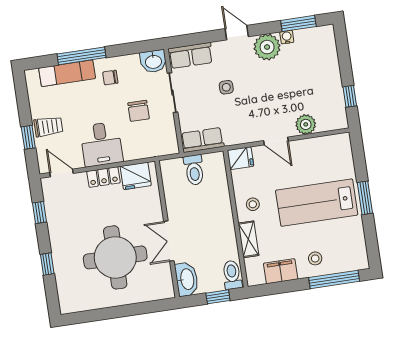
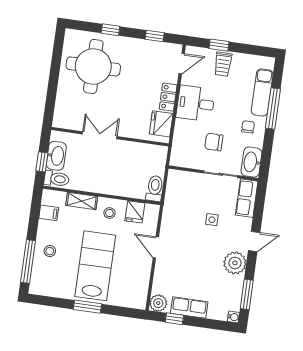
water cooler: (287, 37) -> (233, 317), moved
washbasin: (153, 61) -> (251, 162), width x1.38
plant: (306, 124) -> (158, 303), moved
row of seats: (202, 140) -> (189, 308), moved, turned -90
door: (276, 141) -> (156, 247), hinge flipped
fridge: (240, 158) -> (135, 212), moved
toilet: (194, 170) -> (155, 188), moved, turned 90
round table: (115, 257) -> (93, 66), moved
filing cabinet: (281, 271) -> (49, 213), width x0.50
washbasin: (187, 279) -> (56, 156), moved, turned -90

